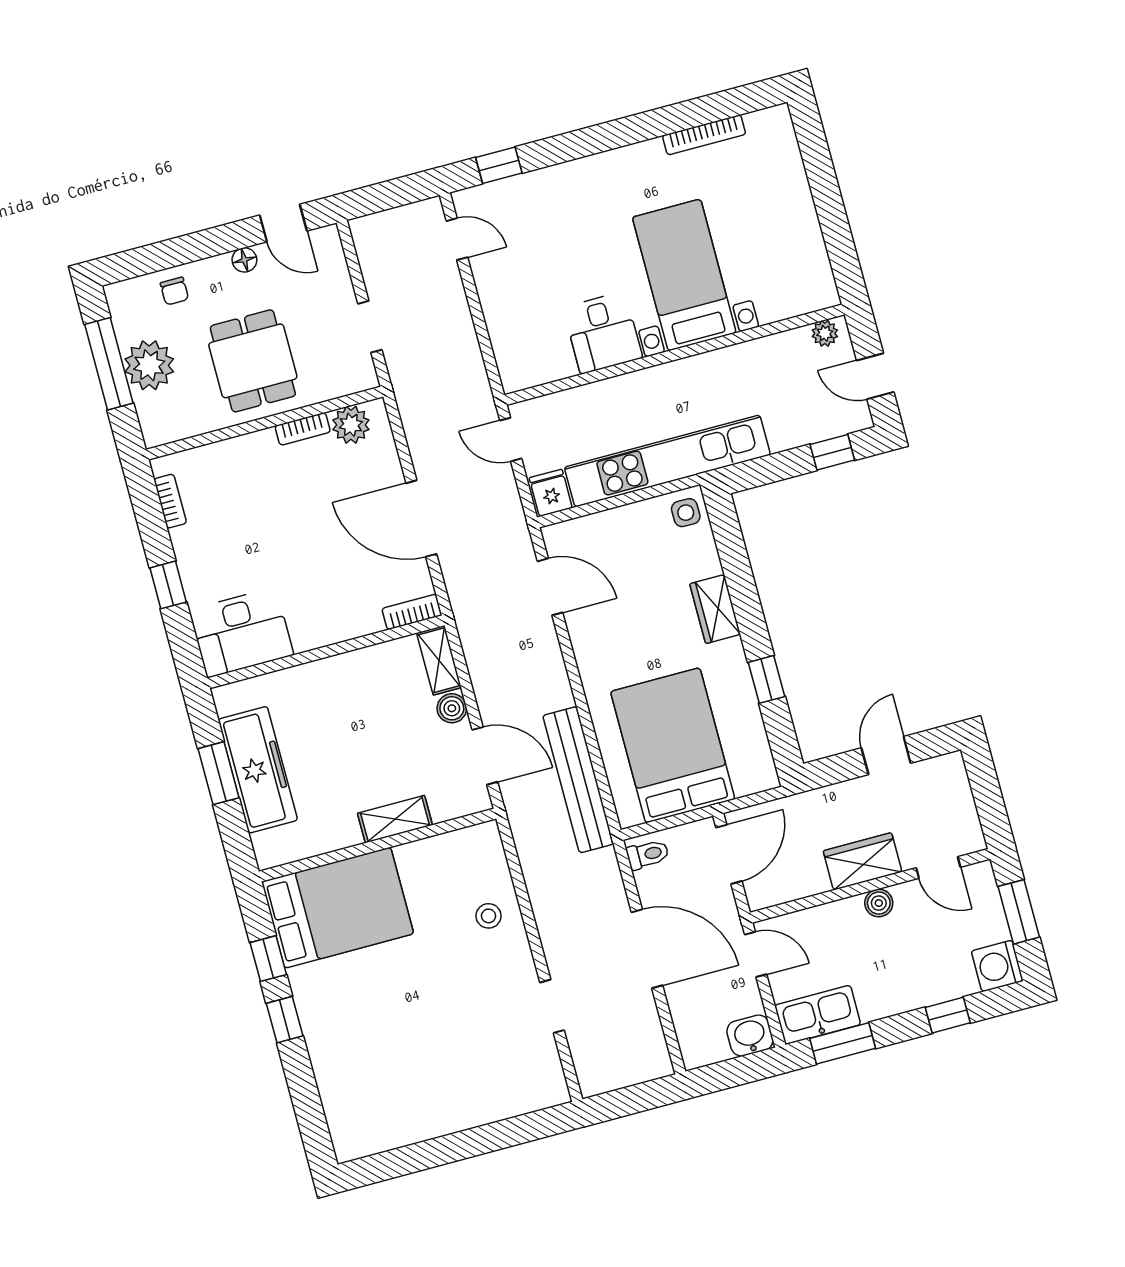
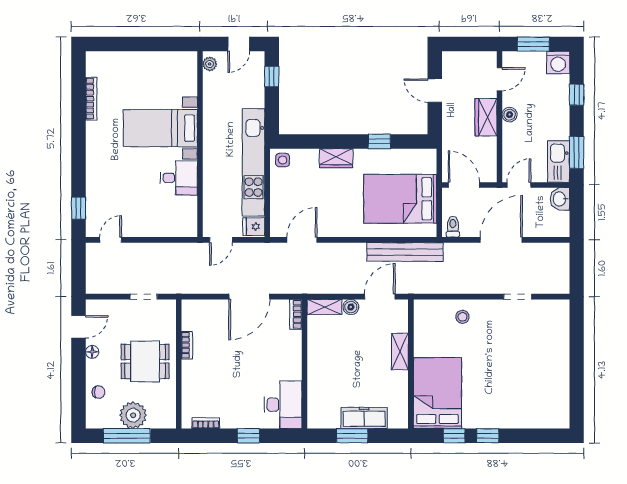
plant: (351, 425) -> (191, 320), removed
freezer: (258, 770) -> (364, 418), width x0.73, depth x0.79

